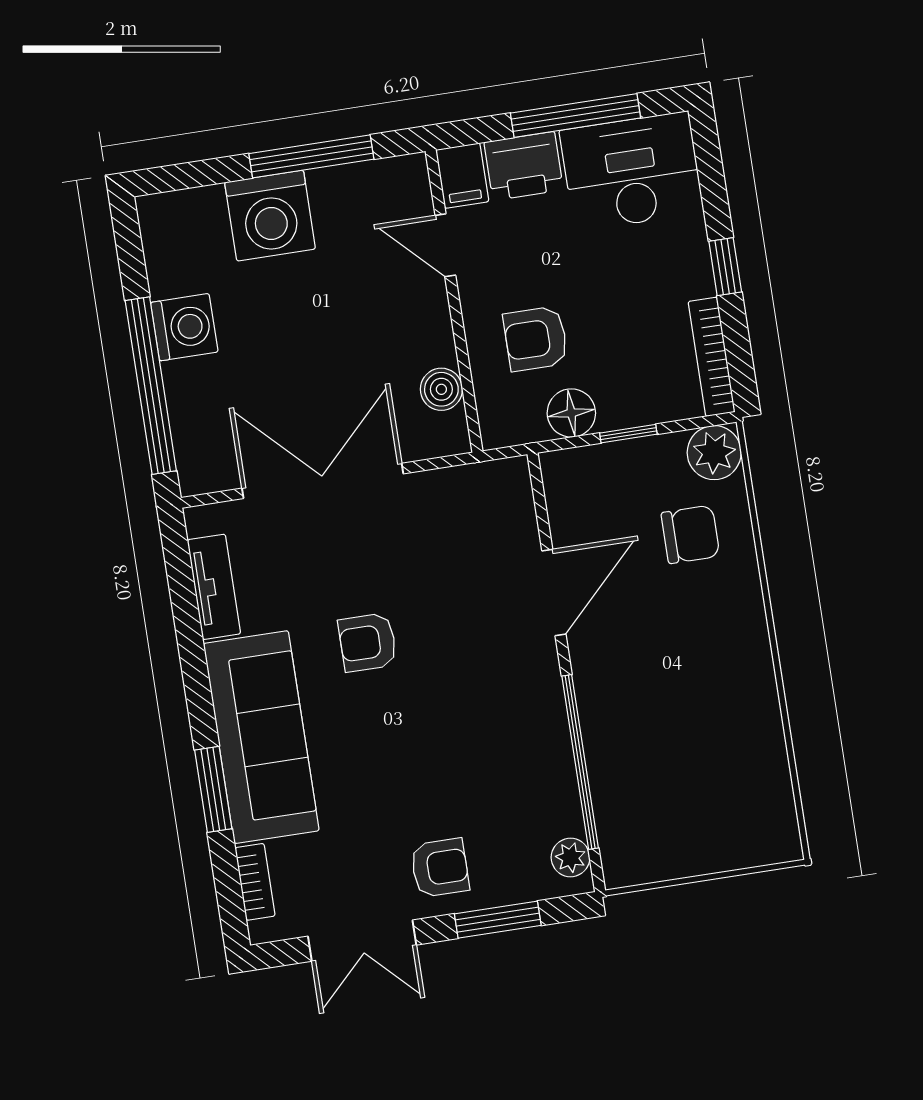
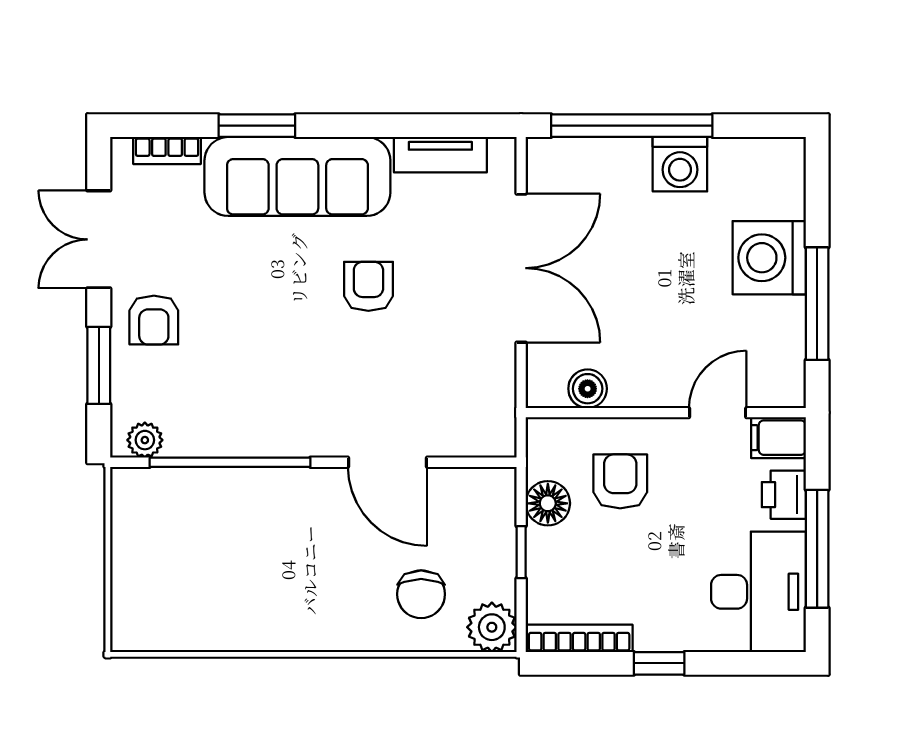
printer: (524, 166) -> (784, 495), width x0.73, depth x0.81

